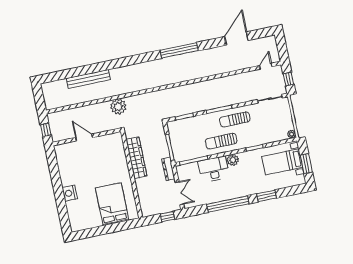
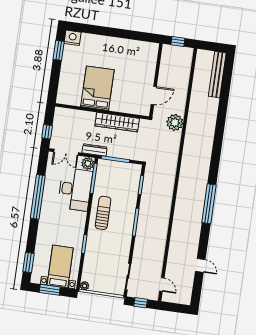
door: (236, 38) -> (200, 265), width x0.53
bench: (88, 79) -> (217, 75), moved
sun lounger: (235, 119) -> (120, 234), removed
door: (84, 138) -> (154, 95), moved
plant: (233, 160) -> (88, 164), moved
desk: (214, 169) -> (75, 189), width x1.36, depth x1.30
nightstand: (70, 193) -> (73, 38), moved
window: (267, 196) -> (28, 263), moved
bed: (112, 204) -> (97, 88), moved, turned -90
window: (92, 232) -> (59, 50), added

